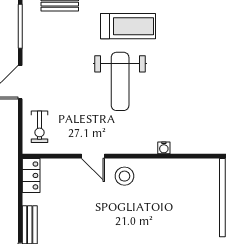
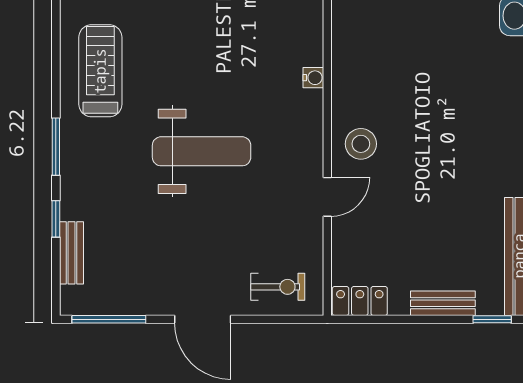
treadmill: (128, 26) -> (100, 71), moved

